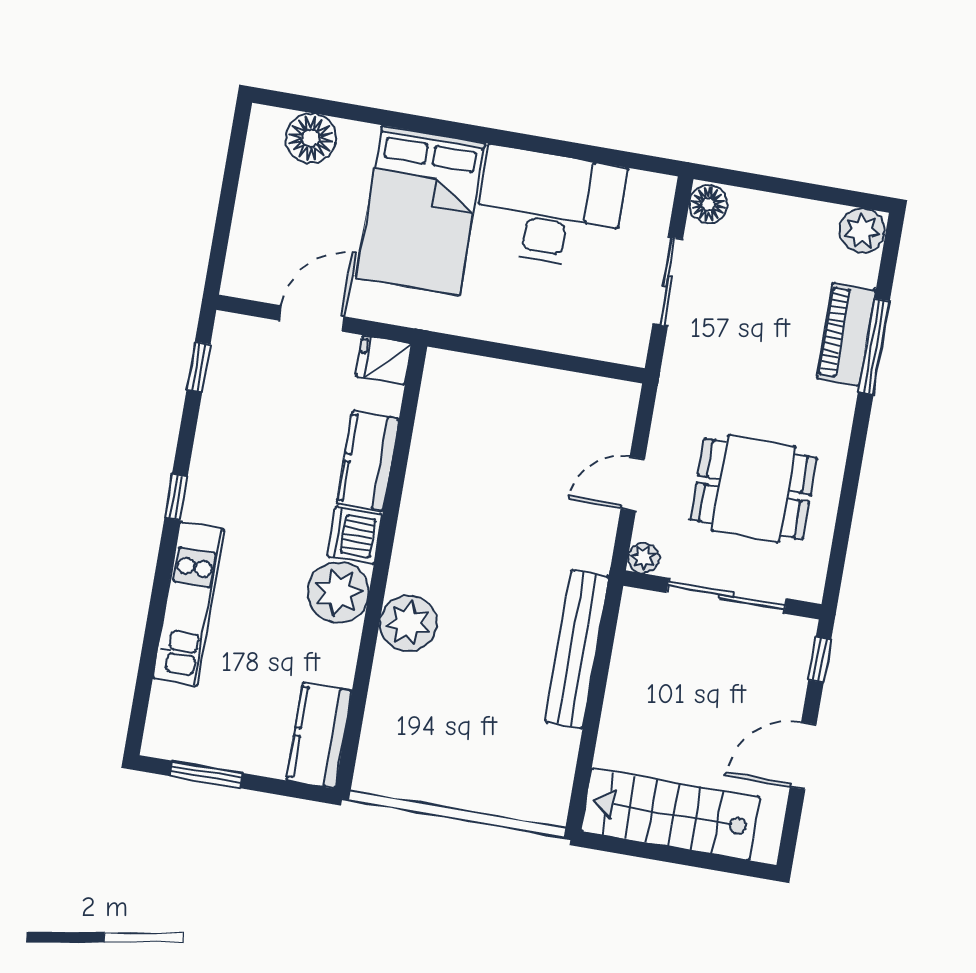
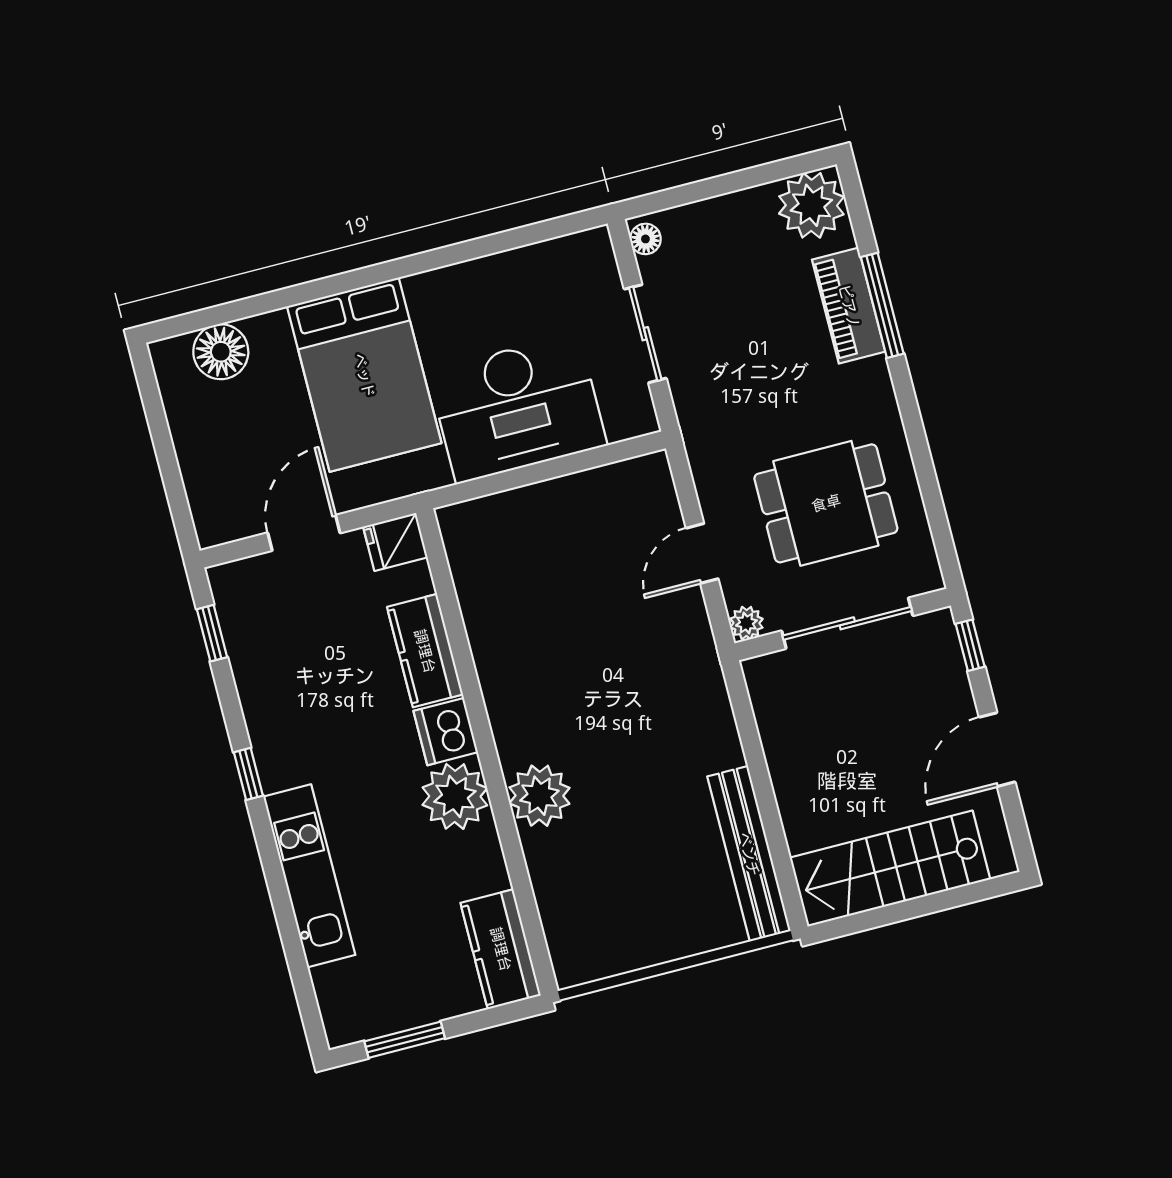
floor lamp: (708, 204) -> (645, 239), width x0.73, depth x0.73
desk: (549, 208) -> (517, 408), moved, turned 180
plant: (862, 231) -> (811, 205), width x1.36, depth x1.36
bench: (577, 649) -> (749, 854), moved

